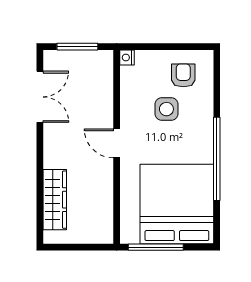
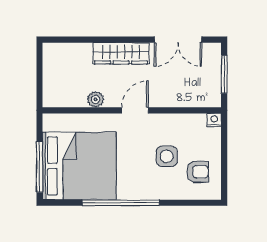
plant: (105, 186) -> (96, 99), added
wardrobe: (55, 200) -> (121, 53), moved
window: (156, 247) -> (40, 167), moved

